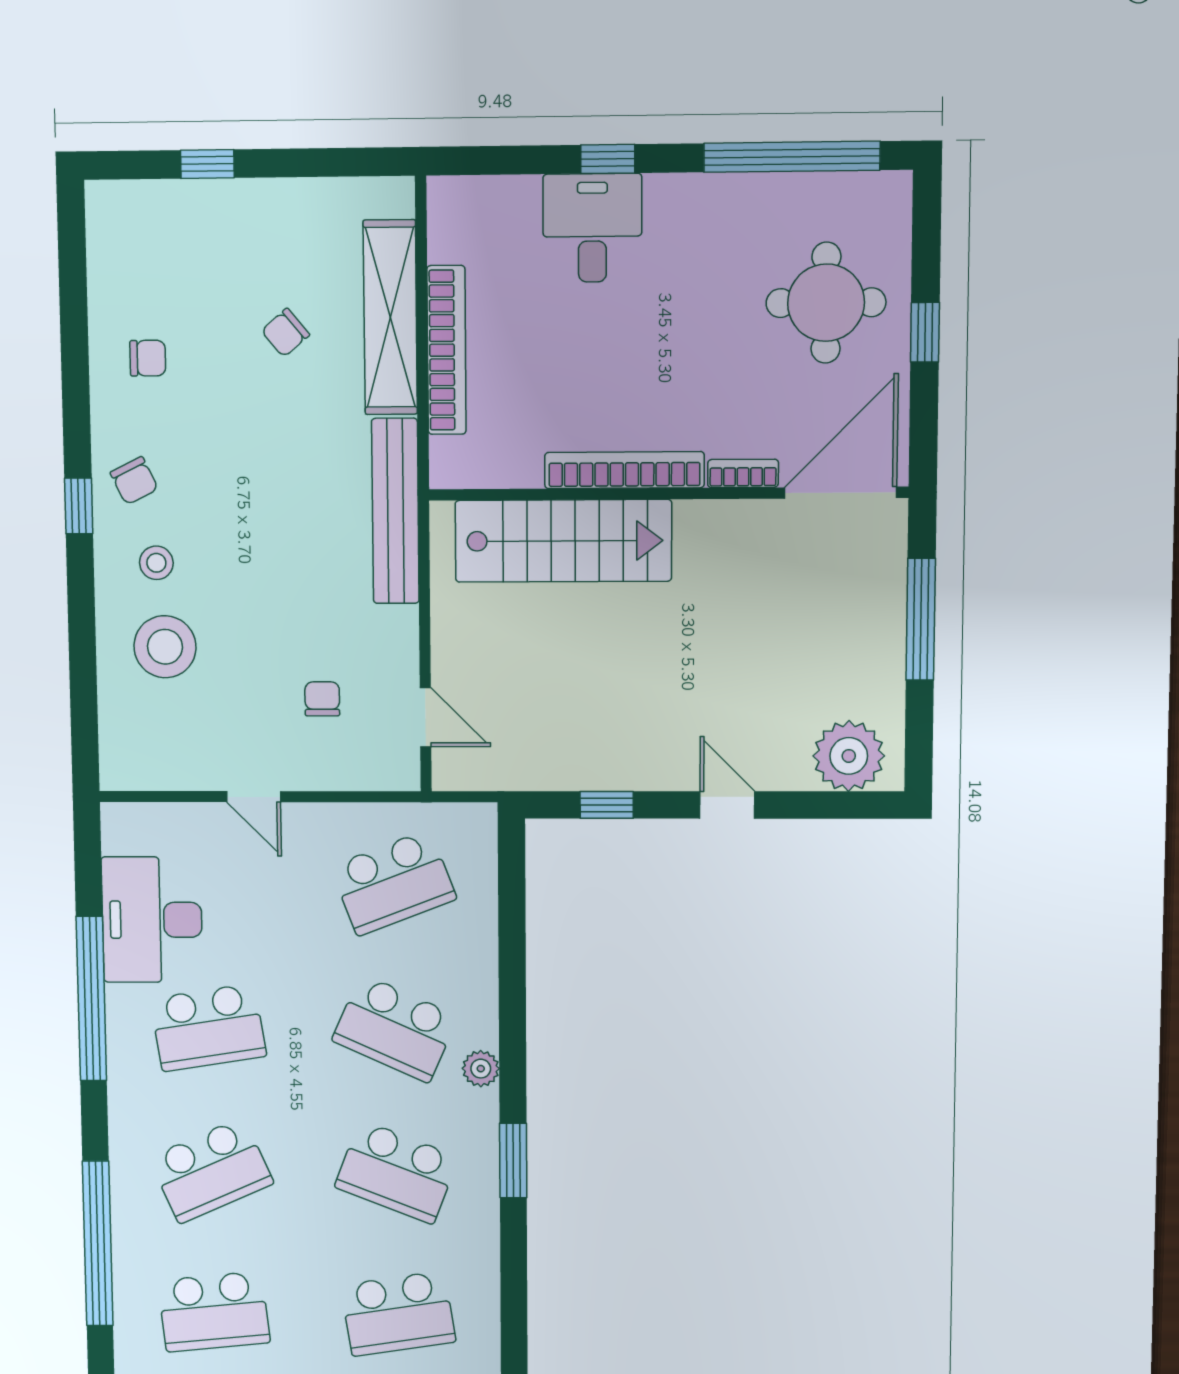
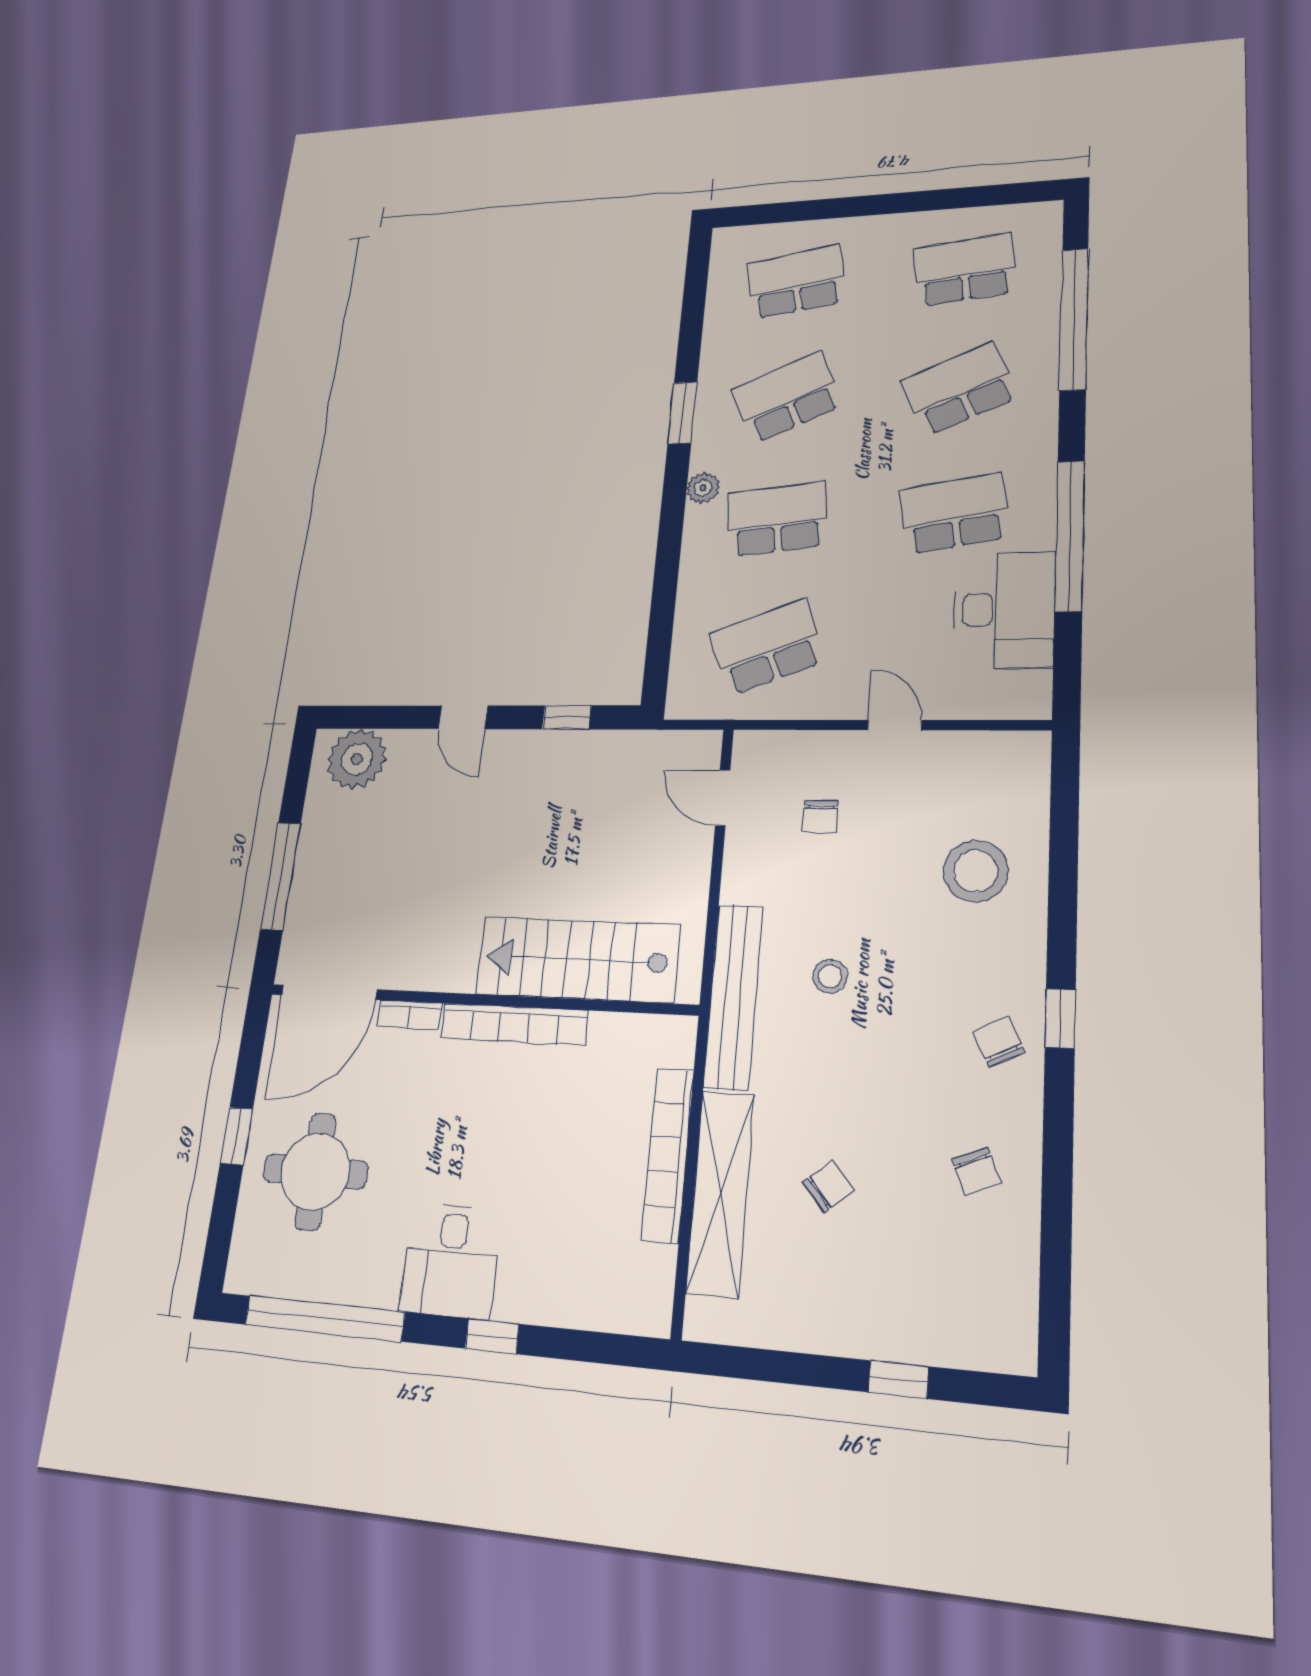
desk: (592, 228) -> (451, 1260), moved
chair: (148, 358) -> (977, 1171), turned -113
stool: (156, 563) -> (830, 976), moved
school desk: (395, 1028) -> (777, 519), turned -30
school desk: (397, 1172) -> (787, 397), turned -45

